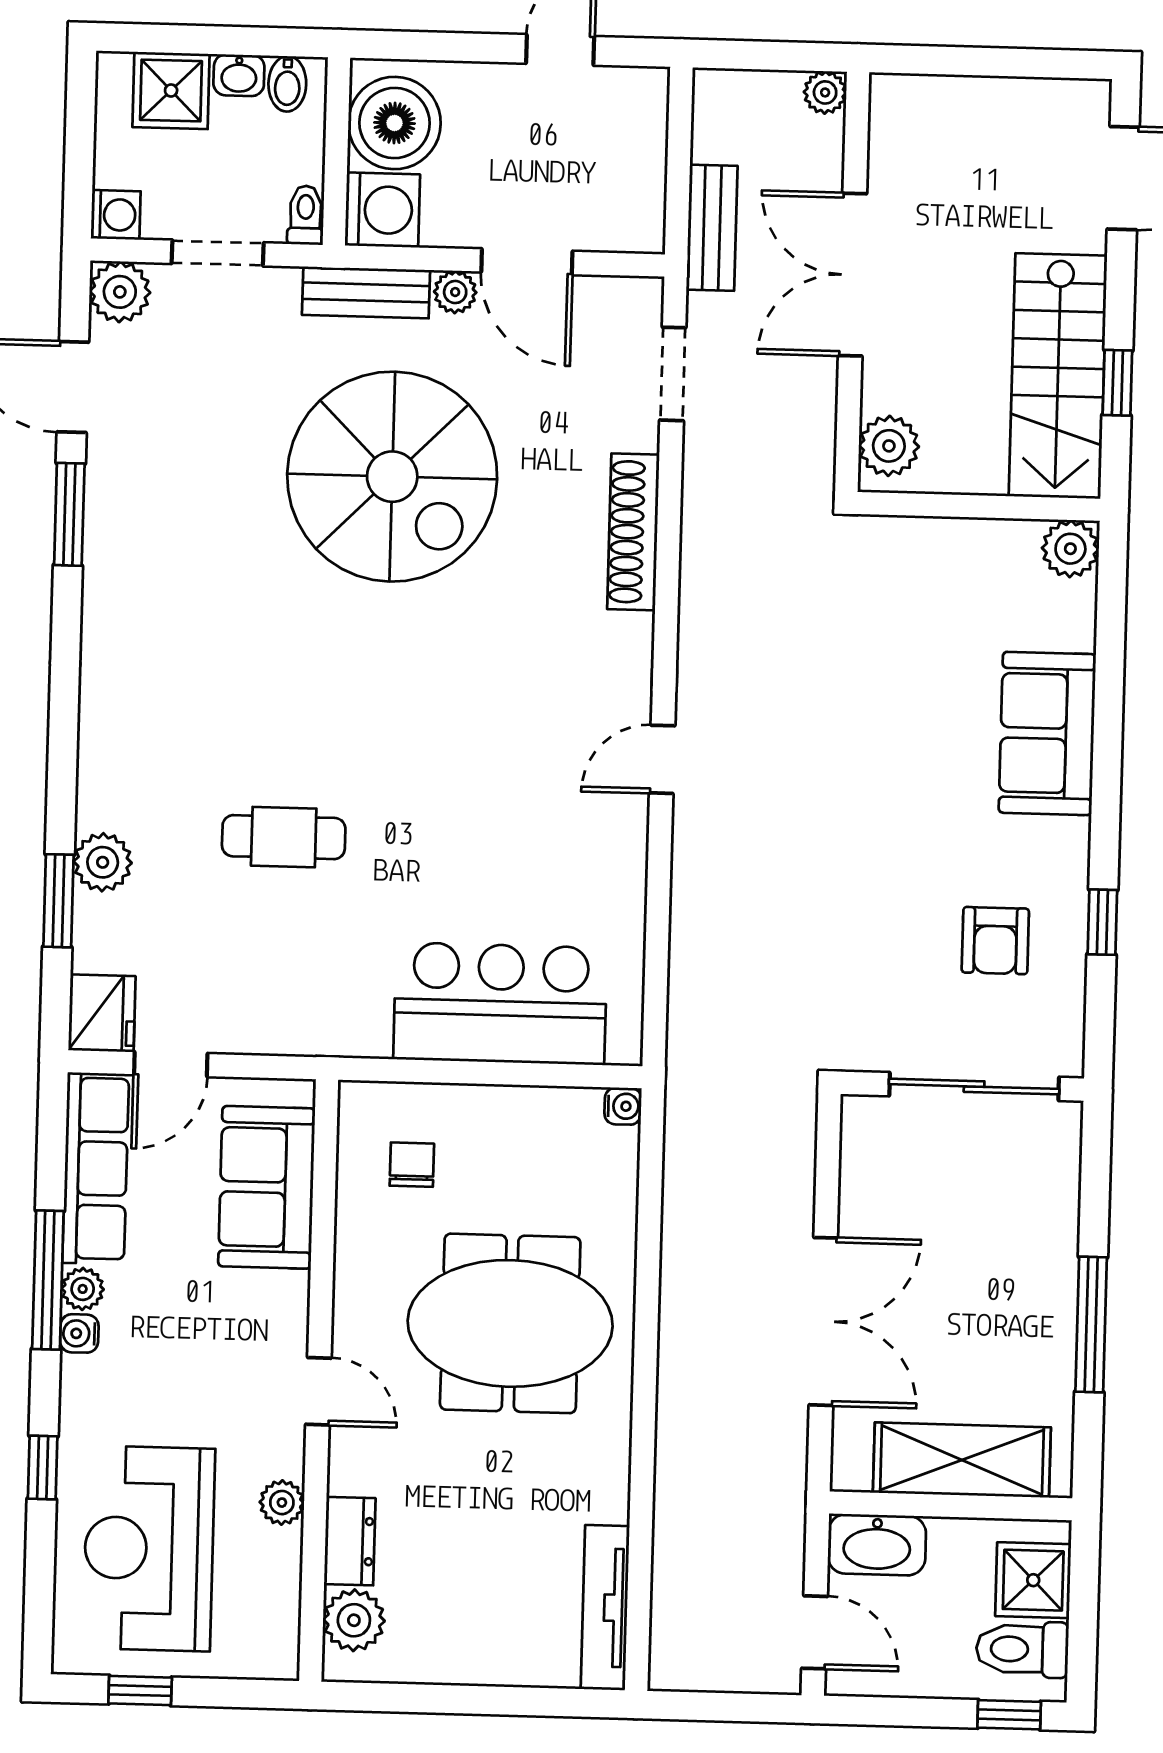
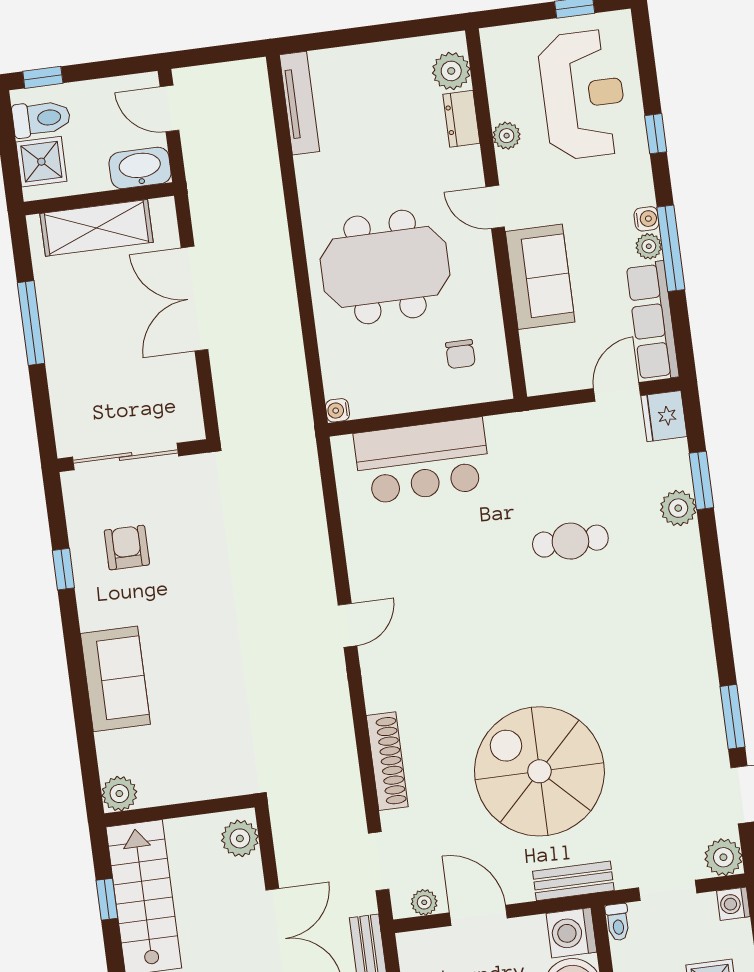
plant: (455, 292) -> (424, 902), moved
sofa: (267, 1187) -> (540, 277), moved

